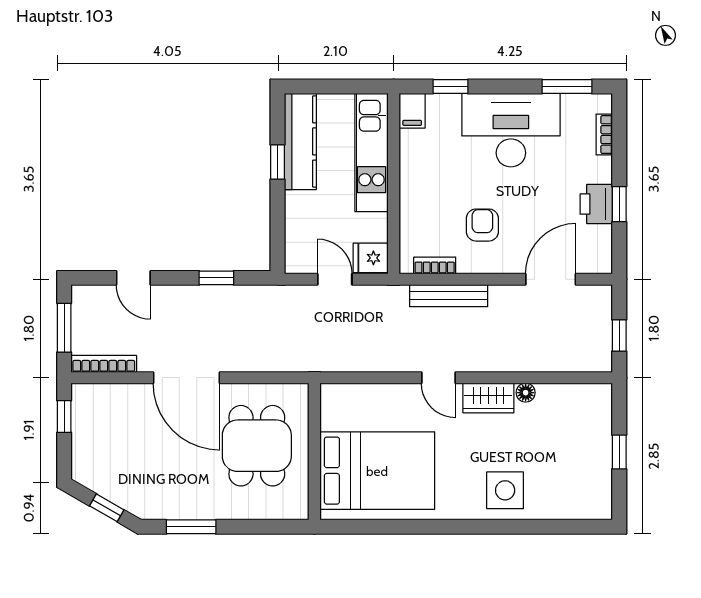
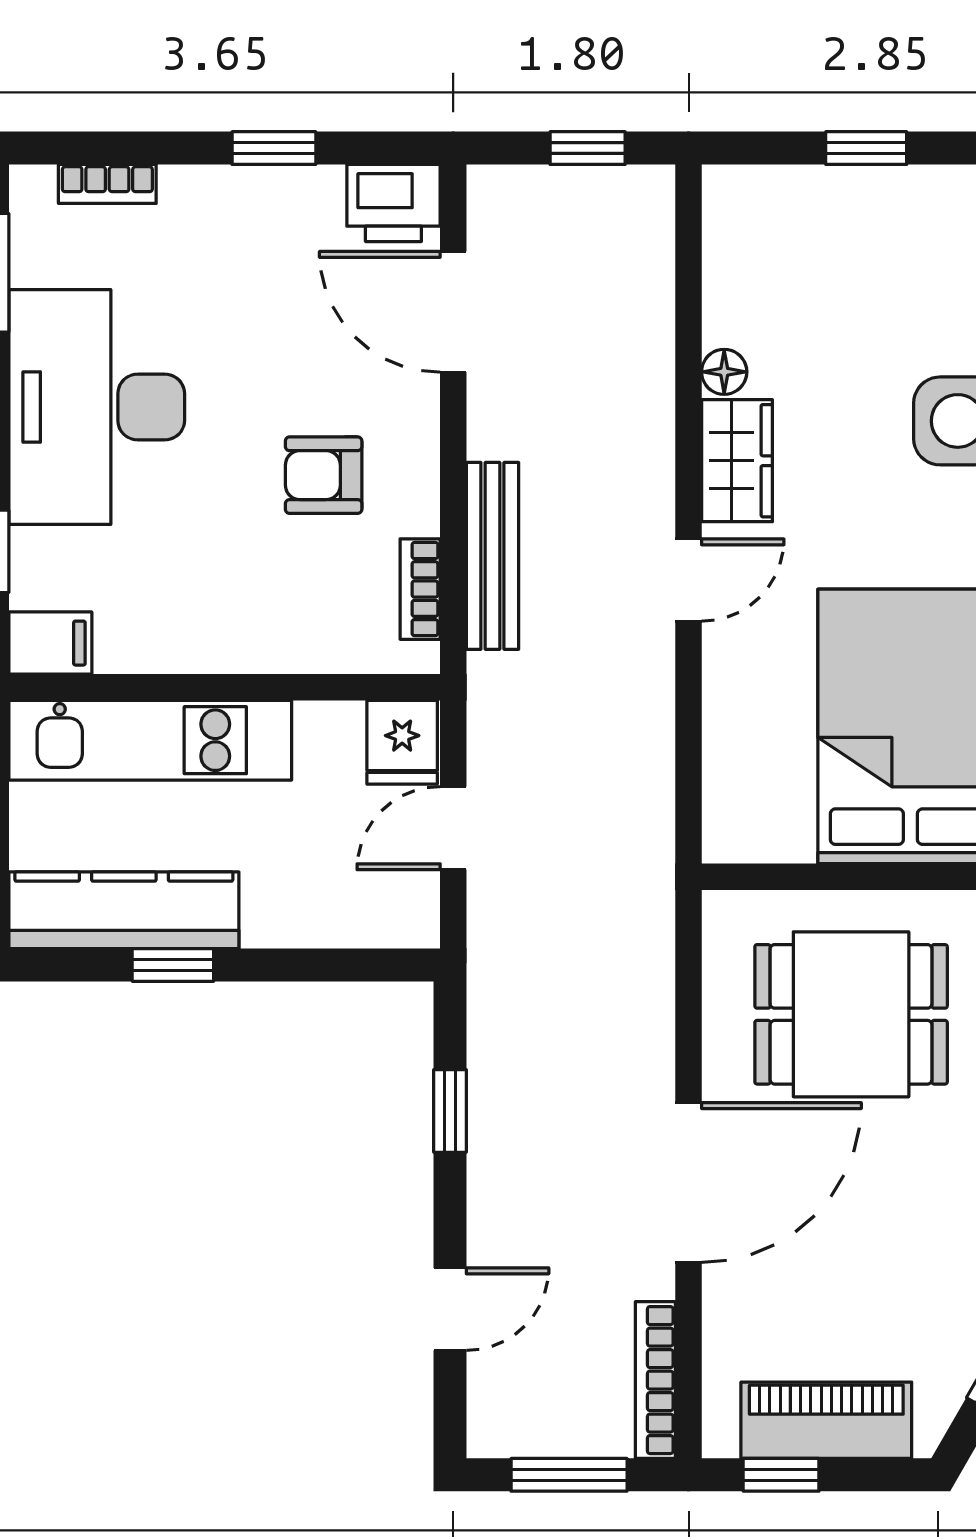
printer: (596, 204) -> (393, 203), moved
piano: (87, 435) -> (826, 1420), added

